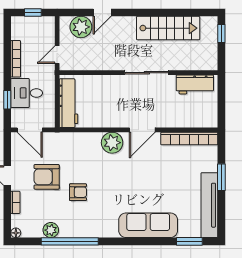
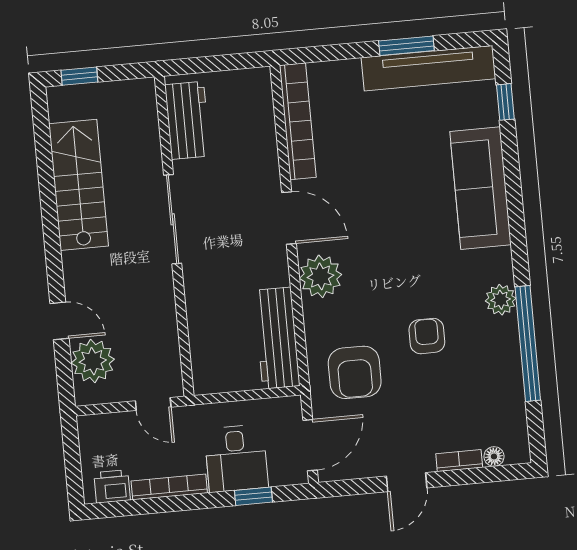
window: (33, 13) -> (73, 461), removed
printer: (18, 31) -> (112, 486), added
workbench: (68, 103) -> (277, 338), moved, turned -90
armchair: (47, 177) -> (355, 372), moved
window: (221, 177) -> (406, 46), moved
plant: (51, 230) -> (501, 300), moved
floor lamp: (16, 233) -> (494, 456), moved
window: (189, 241) -> (505, 102), width x0.67

